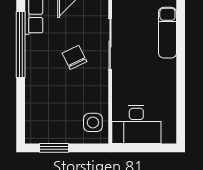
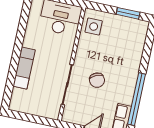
exam couch: (167, 33) -> (24, 68), moved

